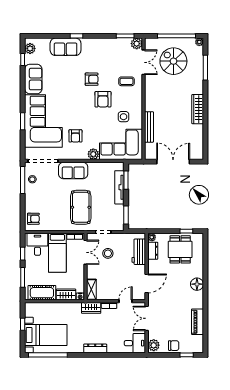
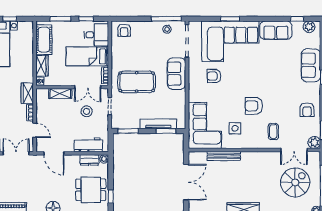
armchair: (92, 79) -> (307, 110), moved
plant: (93, 154) -> (194, 95), removed
shelving: (91, 290) -> (60, 93), moved

